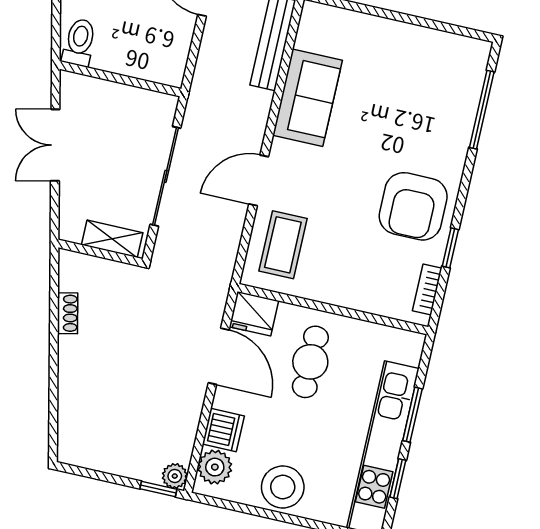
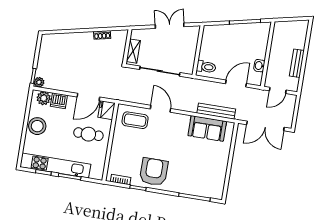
toilet: (79, 42) -> (206, 67), moved
sofa: (307, 98) -> (207, 128), moved
armchair: (413, 206) -> (154, 172), turned 90

